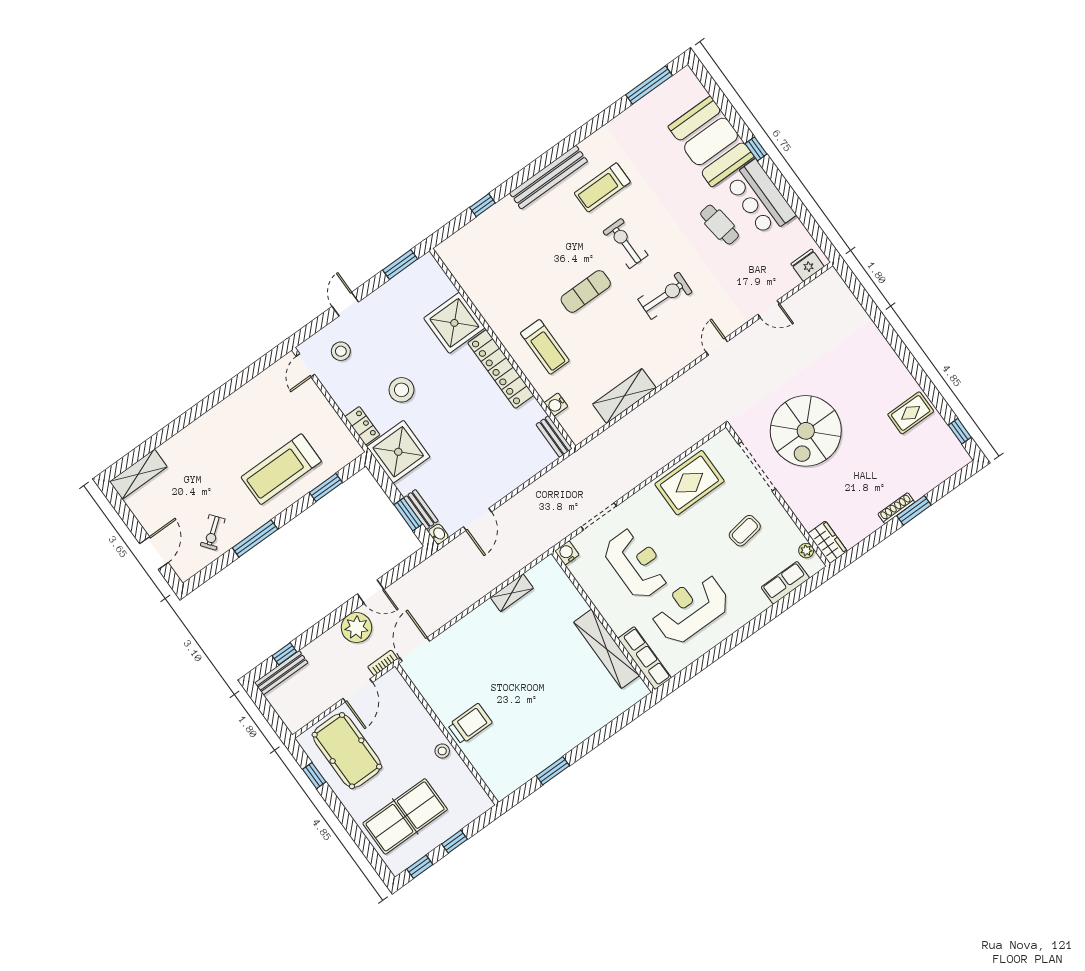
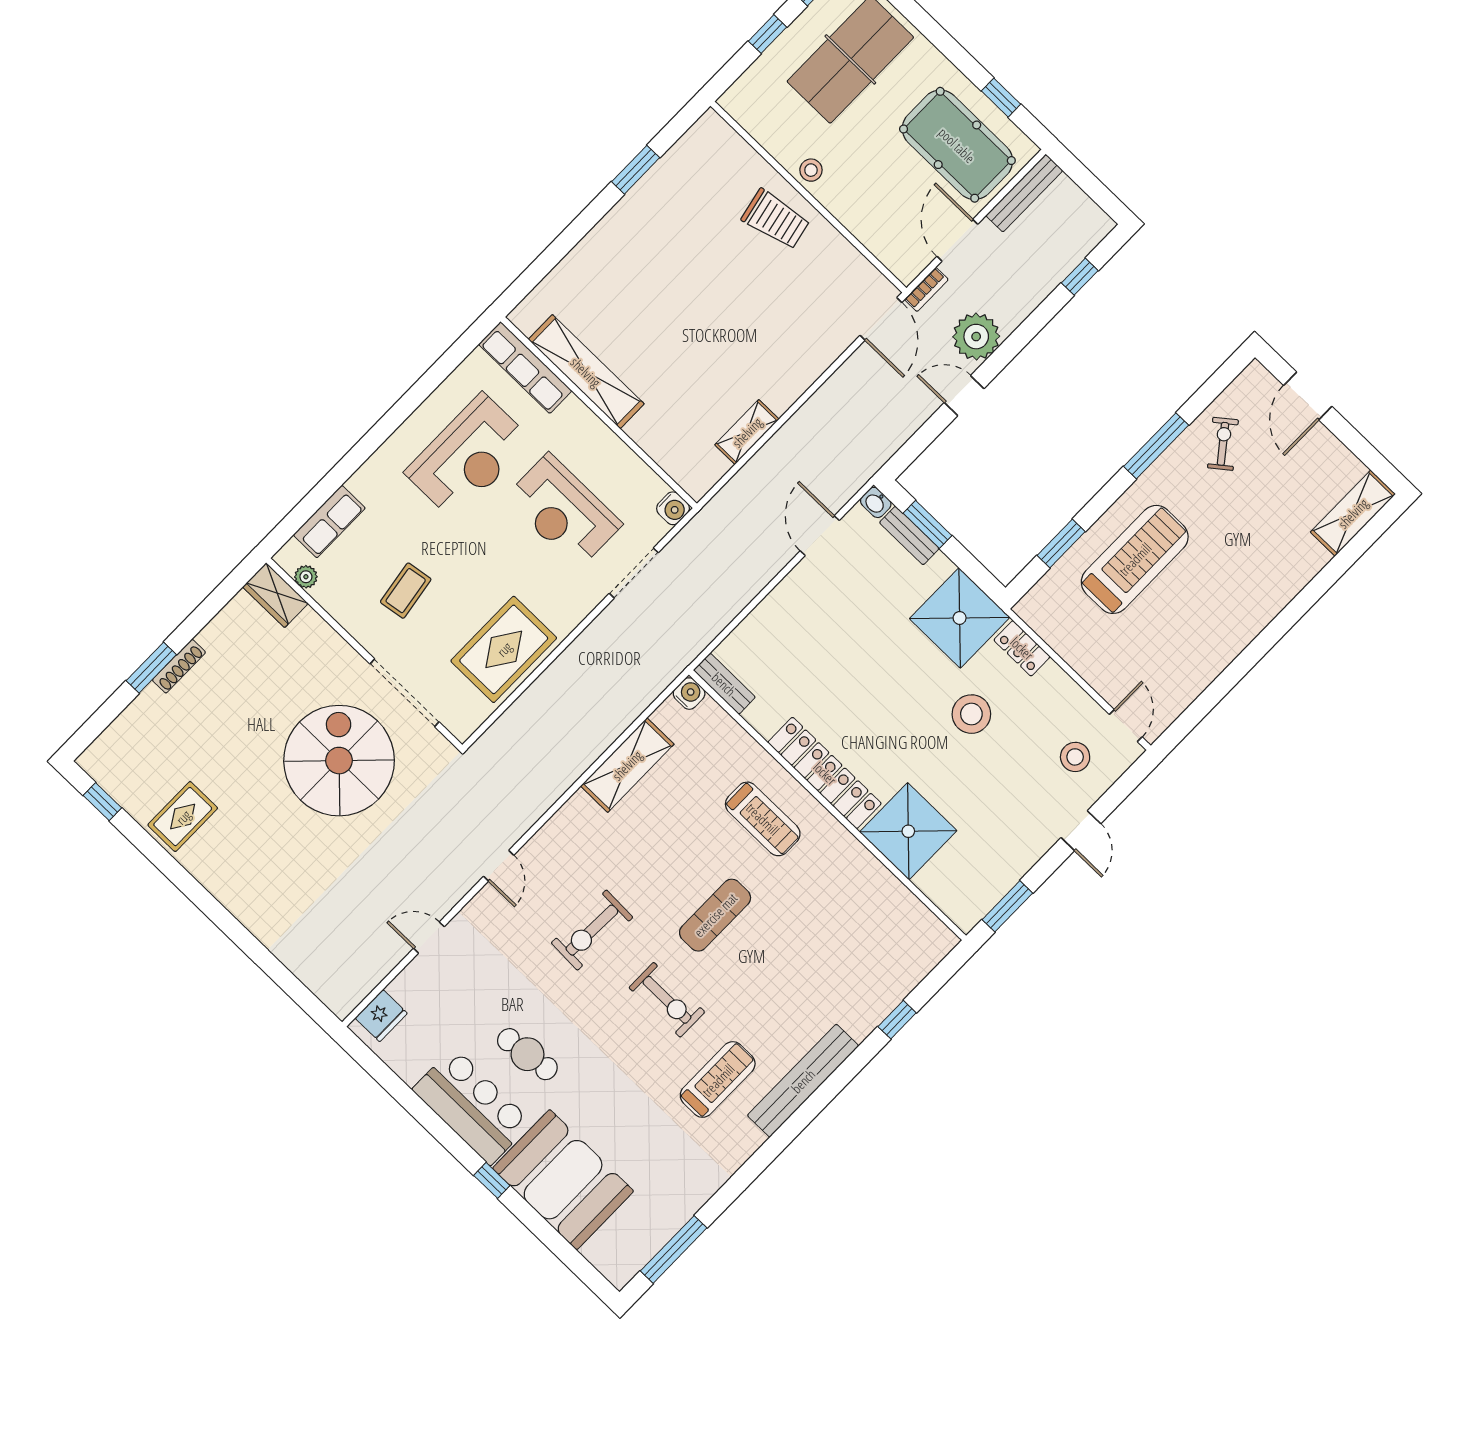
treadmill: (545, 347) -> (763, 819), turned 180
water cooler: (556, 405) -> (689, 694), moved
bench: (281, 673) -> (1024, 193), moved
trolley: (470, 724) -> (776, 219), turned -102

